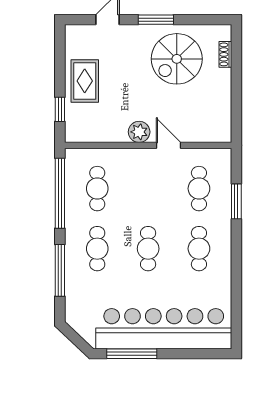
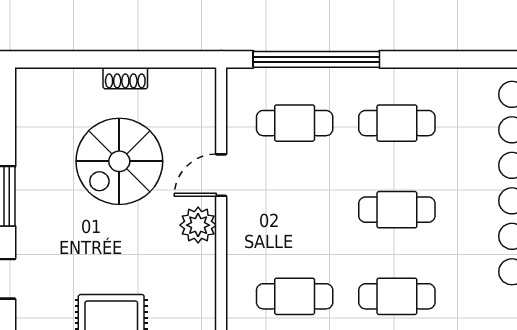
shoe rack: (225, 54) -> (125, 78), moved
spiral stairs: (177, 59) -> (119, 161), moved, turned 90
window: (236, 201) -> (316, 59), width x2.11

